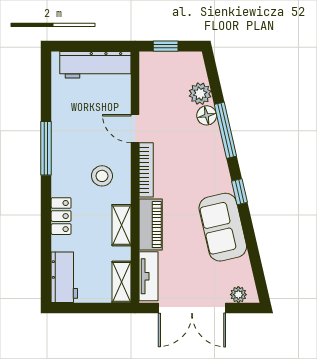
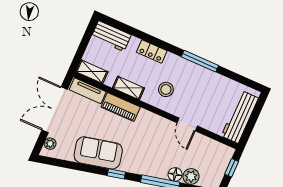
door: (135, 128) -> (187, 124), swing flipped
bookcase: (146, 170) -> (157, 120), removed

